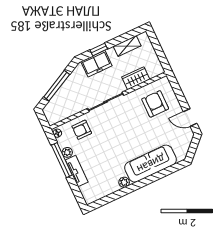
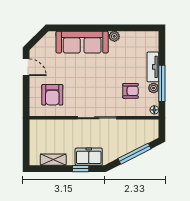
wardrobe: (136, 78) -> (59, 127), removed
armchair: (82, 130) -> (131, 91), moved

